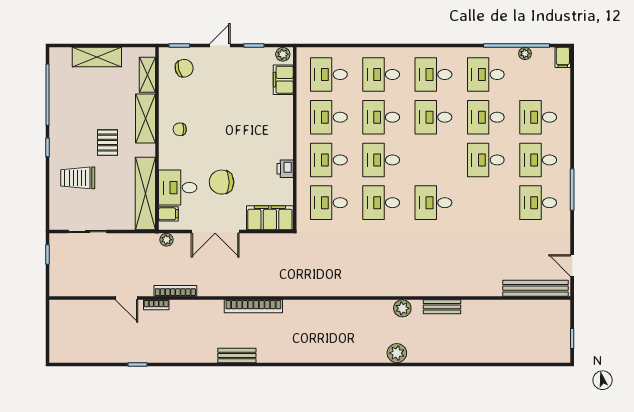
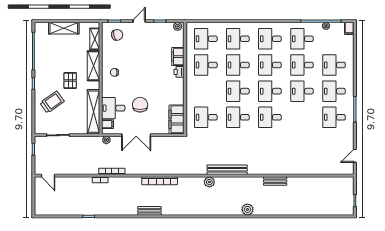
filing cabinet: (283, 80) -> (178, 57), moved
desk: (329, 160) -> (270, 91), moved
printer: (285, 169) -> (179, 72), moved
trolley: (78, 178) -> (52, 102), turned 145
chair: (222, 182) -> (140, 105), turned 90
filing cabinet: (270, 218) -> (177, 119), moved, turned -90
door: (572, 266) -> (355, 156), hinge flipped
bench: (536, 288) -> (227, 170), moved
door: (126, 298) -> (48, 176), moved
plant: (402, 308) -> (209, 182), moved

